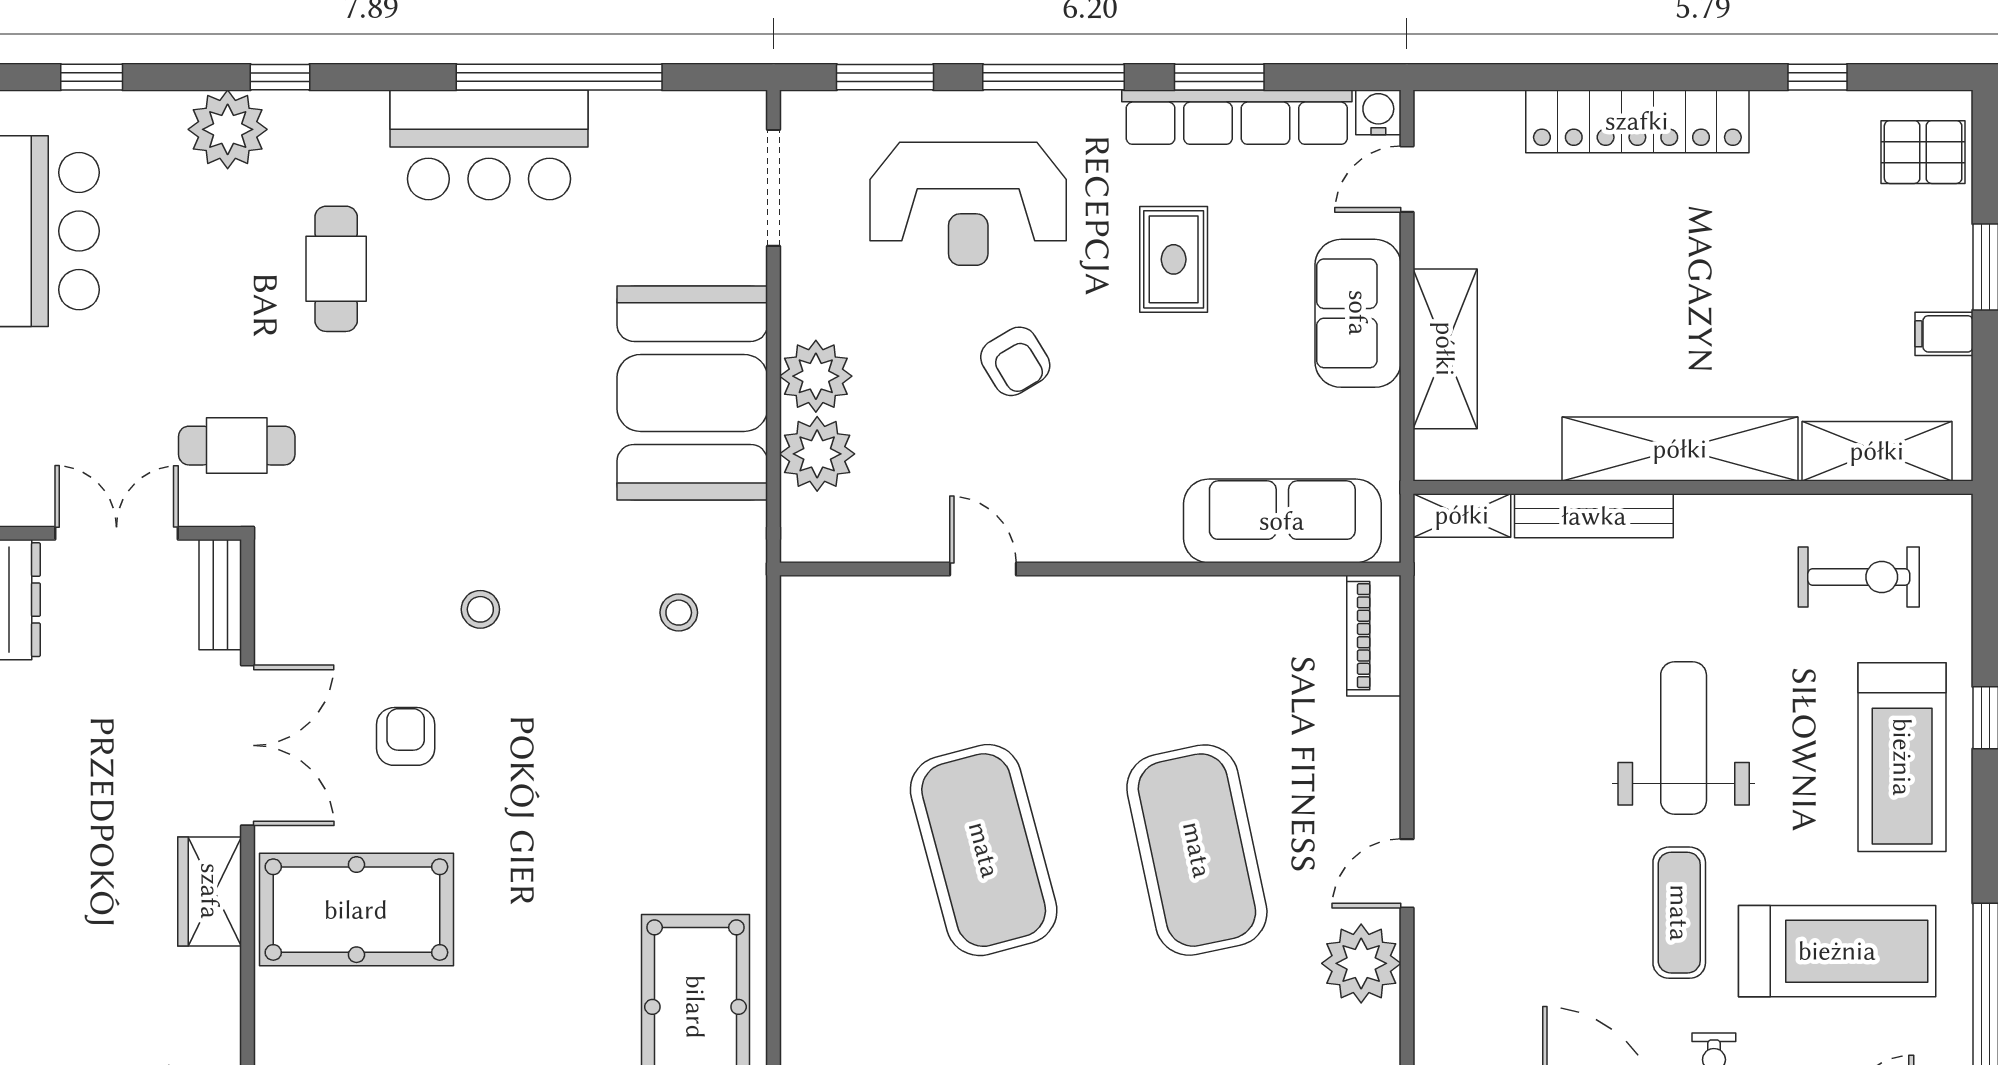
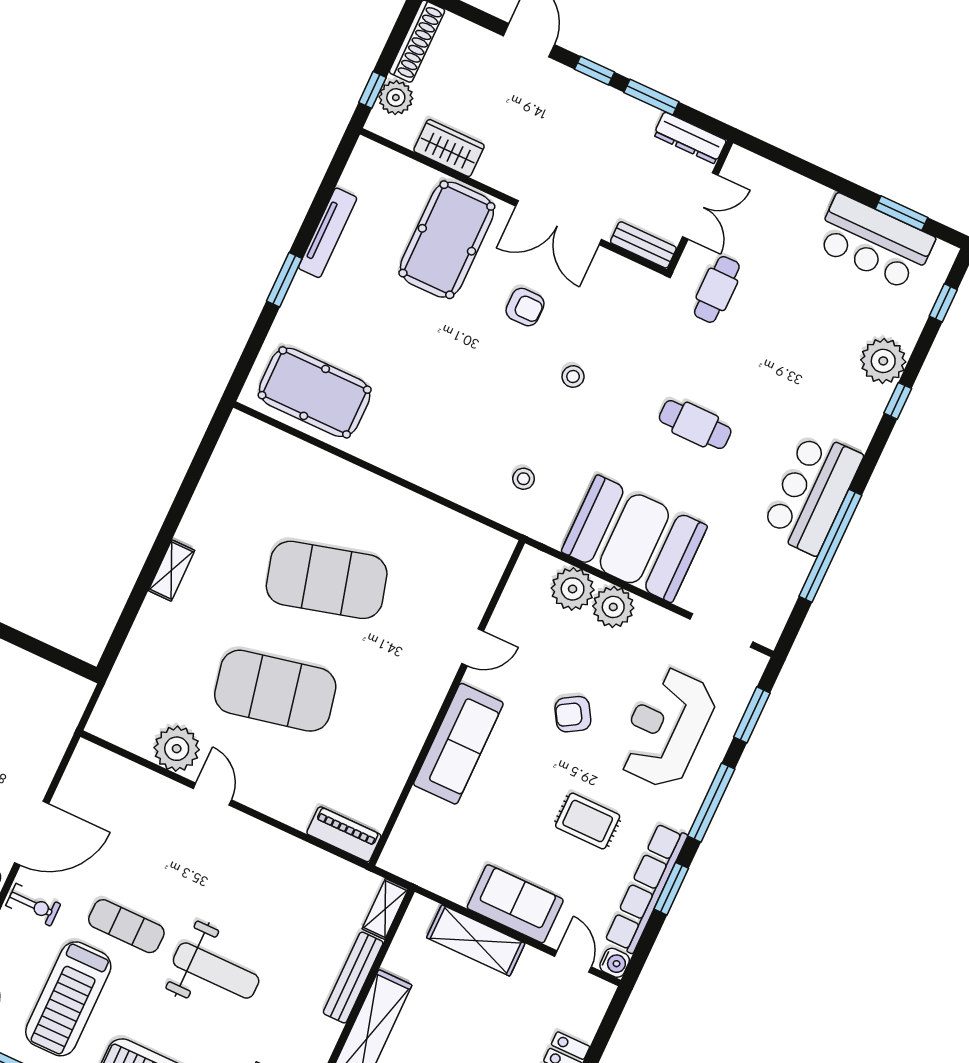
cafe table: (336, 269) -> (695, 425), moved
sofa: (1282, 521) -> (458, 744), moved
wardrobe: (210, 891) -> (449, 148), moved

